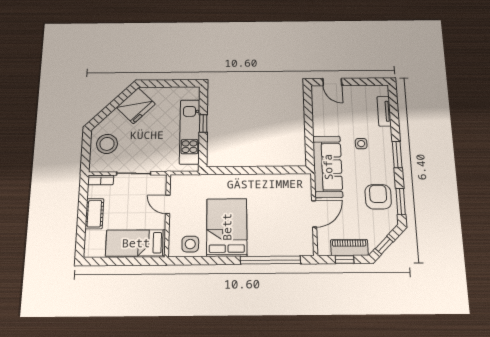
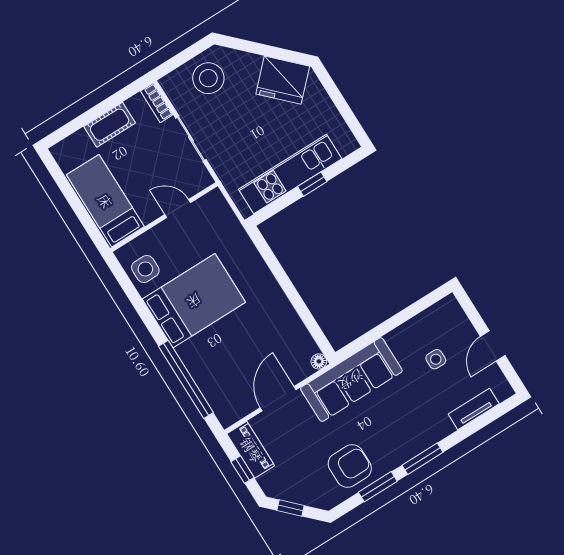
door: (332, 82) -> (493, 346), moved
side table: (361, 144) -> (436, 359), moved
floor lamp: (306, 178) -> (319, 361), added
window: (401, 201) -> (378, 487), moved
door: (168, 204) -> (178, 209), hinge flipped
door: (314, 214) -> (278, 399), swing flipped
piano: (349, 247) -> (251, 450), moved

